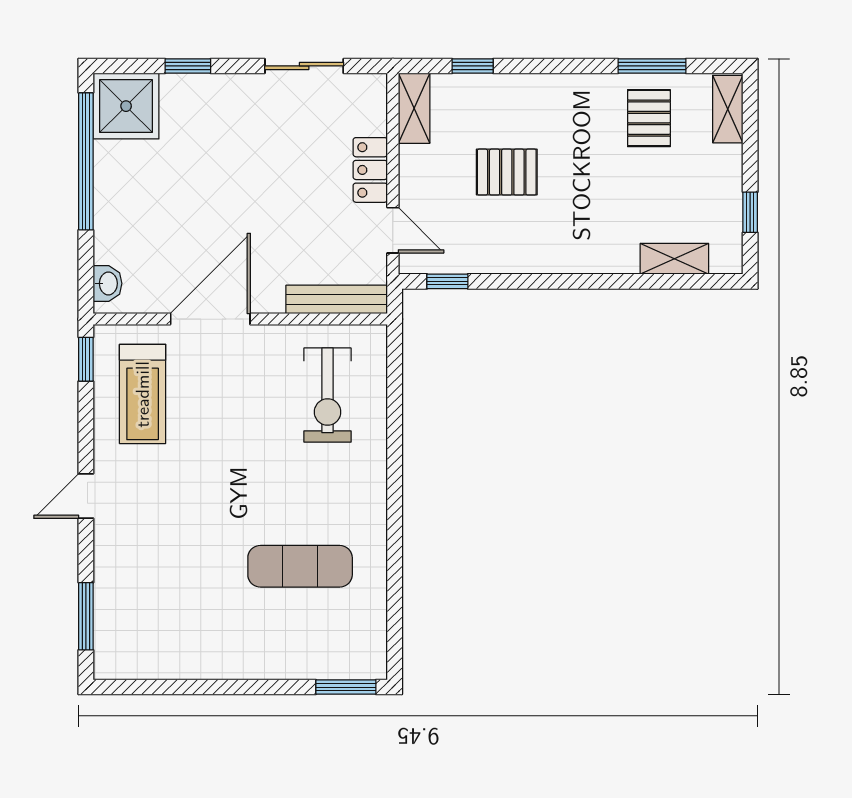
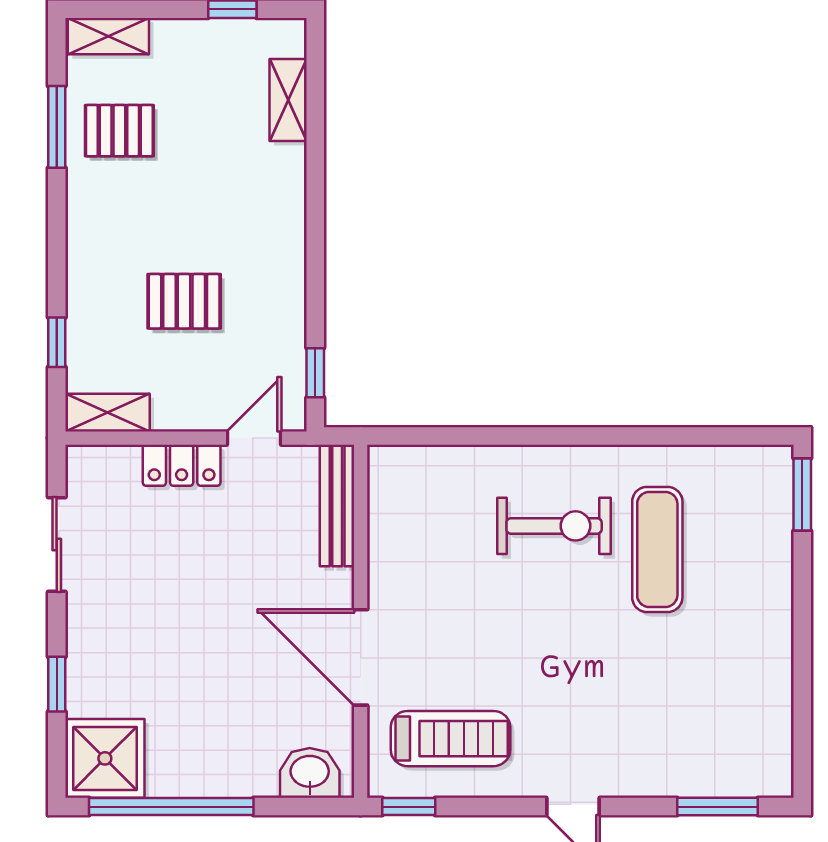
pallet: (507, 172) -> (184, 301), turned 90
washbasin: (108, 283) -> (310, 773), width x1.38, depth x1.45
exercise bike: (328, 395) -> (554, 526), moved

